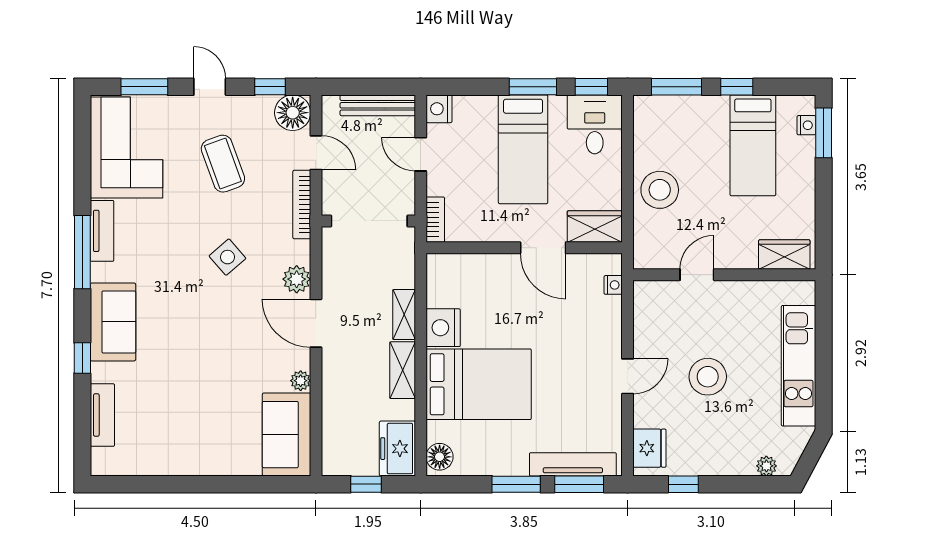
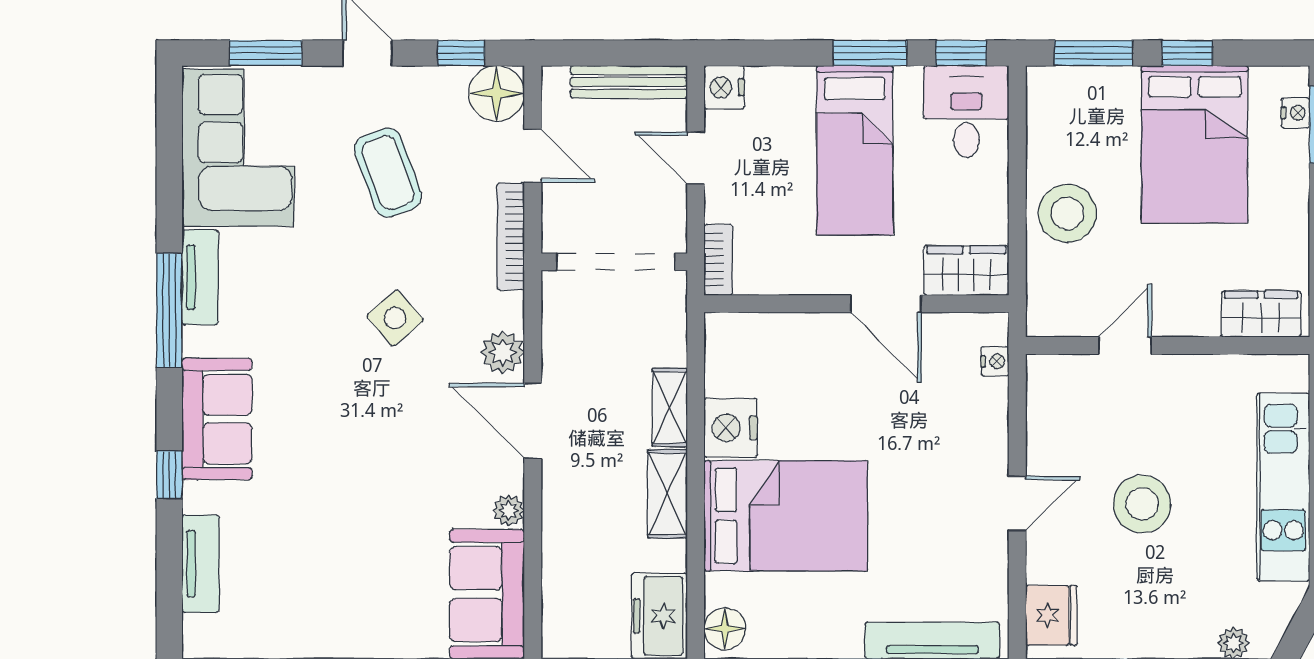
bed: (753, 145) -> (1195, 144), width x1.50

